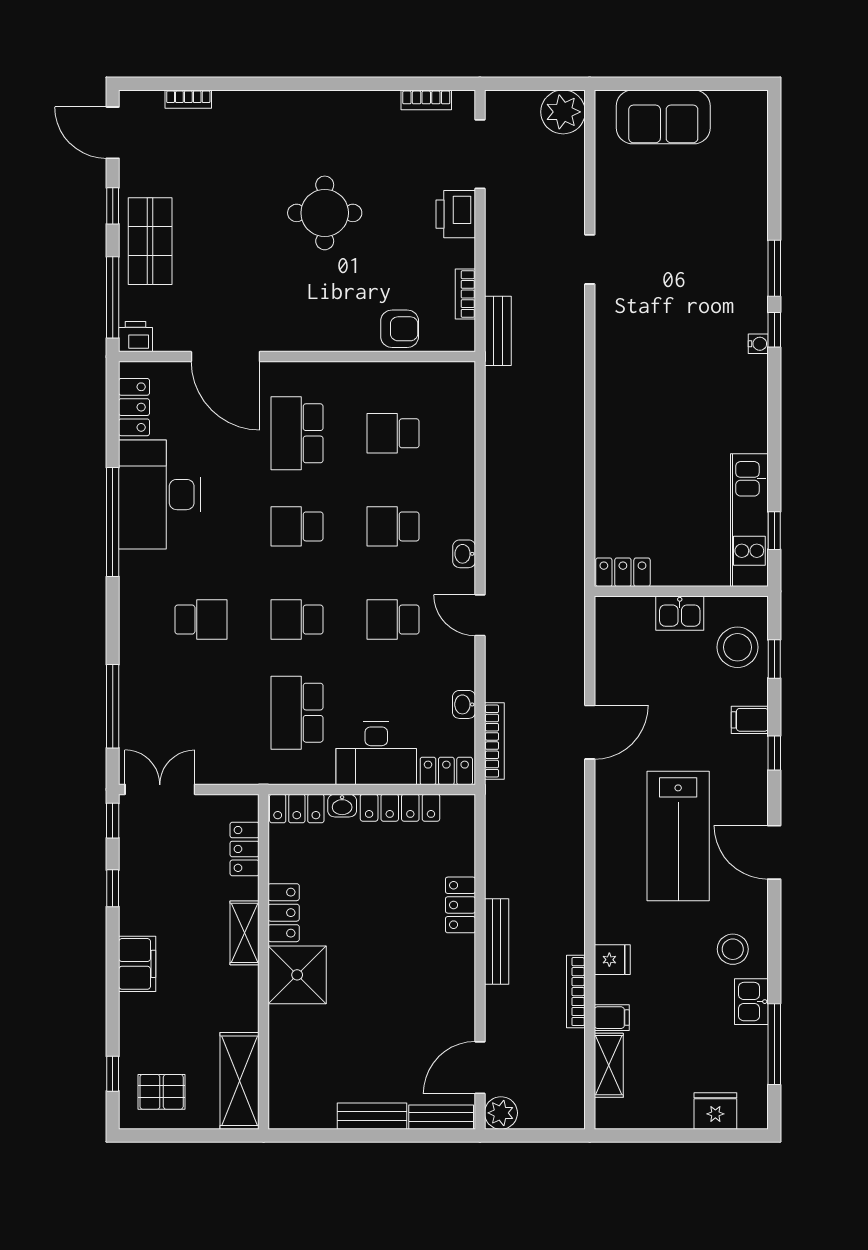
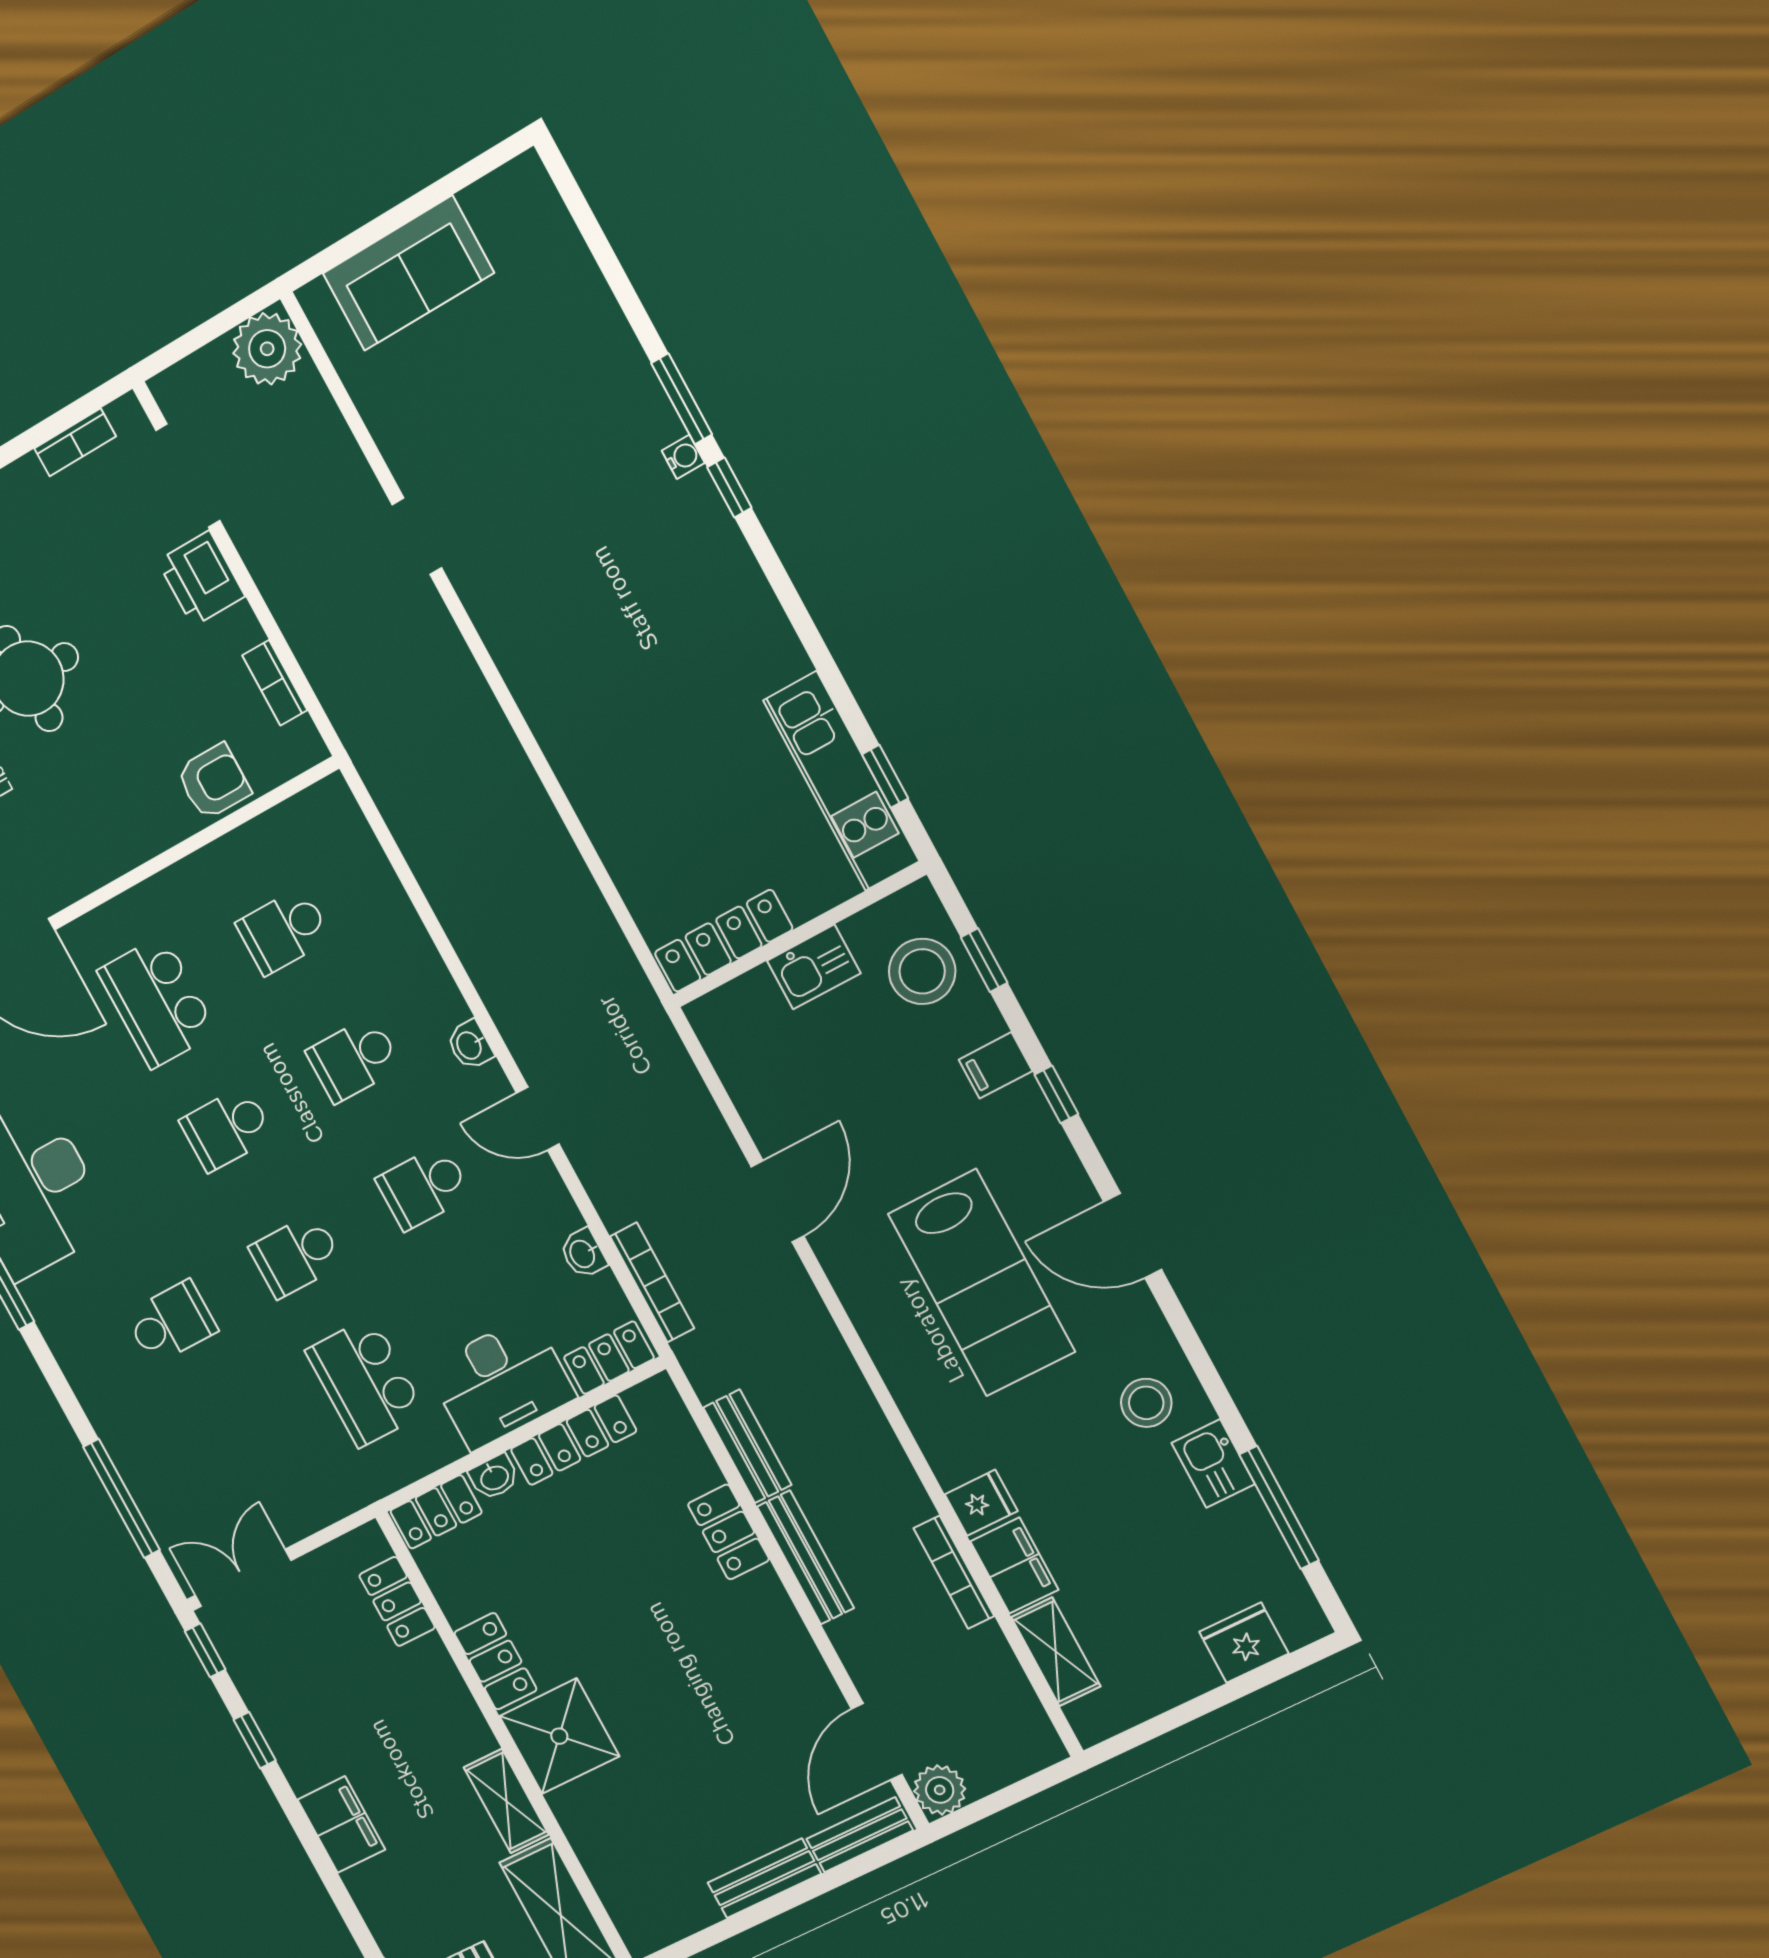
bench: (498, 331) -> (747, 1446), moved
water cooler: (758, 344) -> (683, 457), moved
locker: (623, 572) -> (723, 941), width x1.53
shelving: (245, 933) -> (506, 1801), moved
filing cabinet: (612, 1018) -> (1014, 1566), width x2.00

